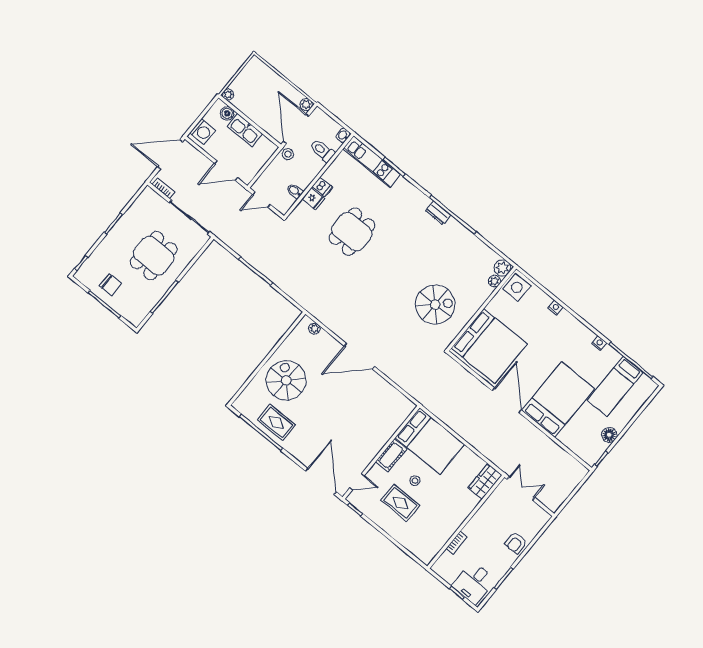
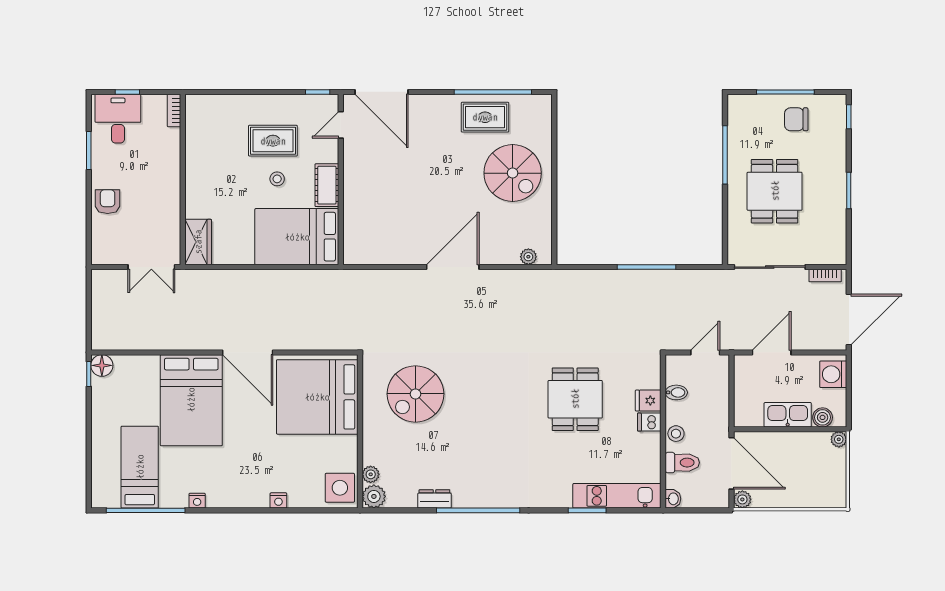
stool: (288, 154) -> (676, 434), moved
dresser: (438, 213) -> (434, 499), moved
floor lamp: (609, 435) -> (102, 365), moved
bookcase: (456, 543) -> (174, 110), moved

